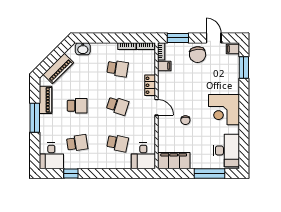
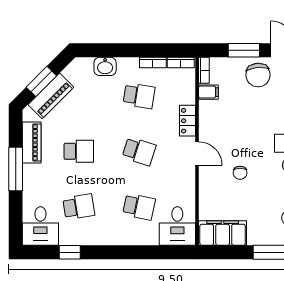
window: (178, 38) -> (244, 50), moved
washbasin: (83, 49) -> (105, 66), moved
window: (52, 59) -> (41, 81), added

